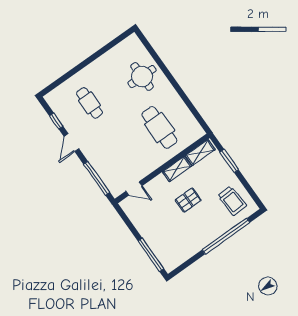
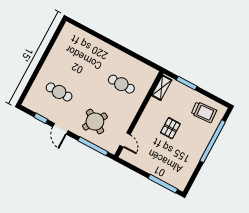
round table: (142, 77) -> (95, 122), moved, turned 32
cafe table: (159, 128) -> (121, 84), width x0.73, depth x0.74
shelving: (177, 169) -> (150, 109), removed
door: (134, 188) -> (125, 140), hinge flipped

